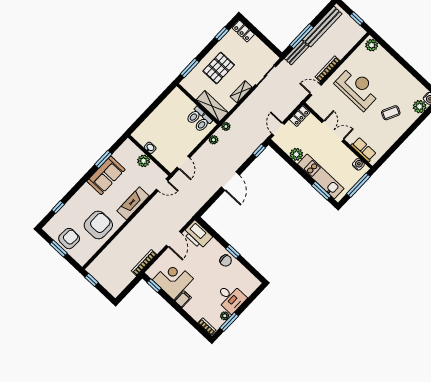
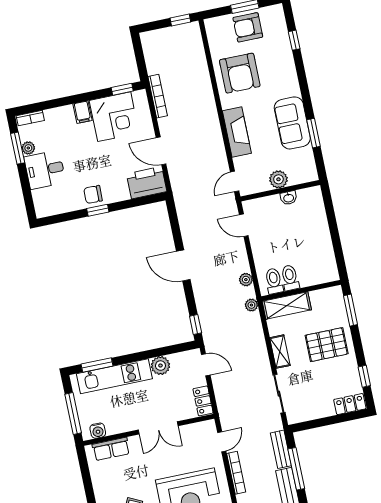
pallet: (219, 68) -> (327, 345), turned 90
armchair: (69, 239) -> (248, 27), turned 87

